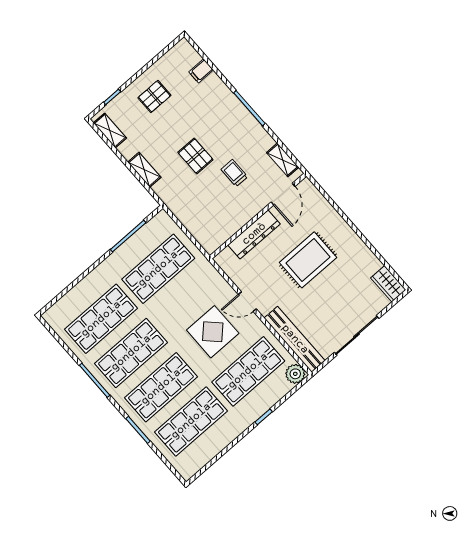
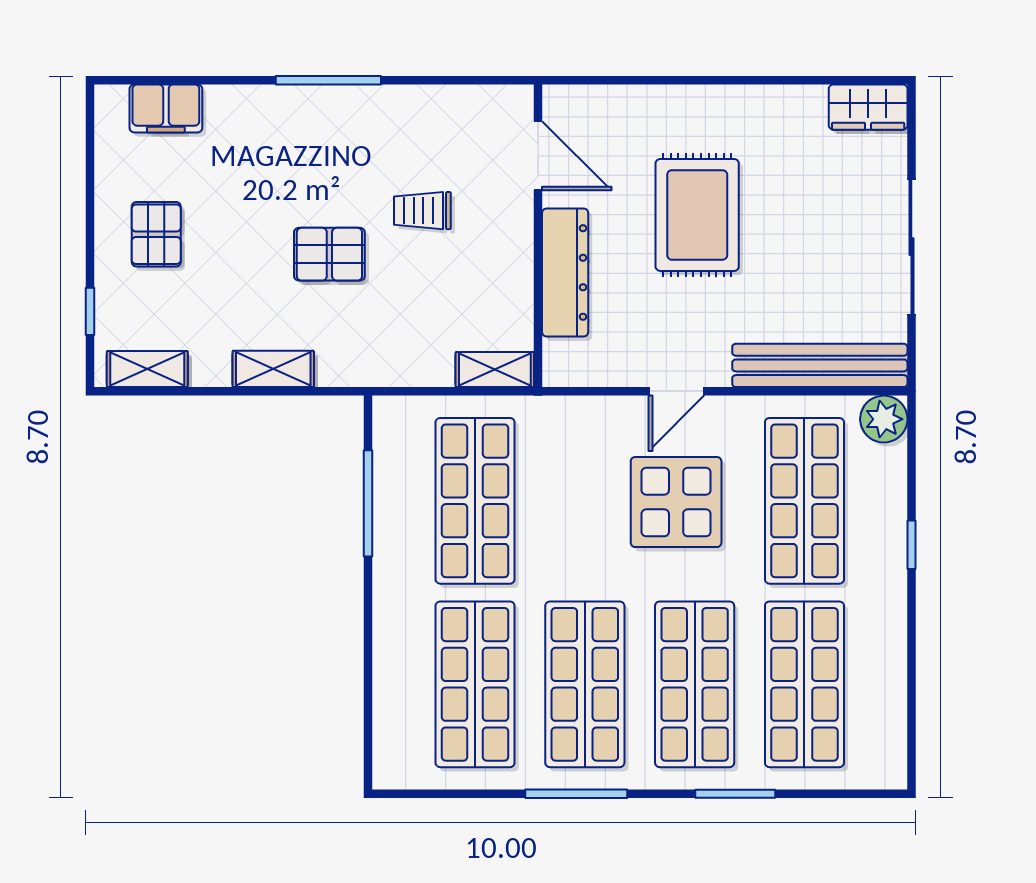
filing cabinet: (201, 71) -> (166, 108), width x2.00
shelving: (283, 160) -> (495, 370), moved

